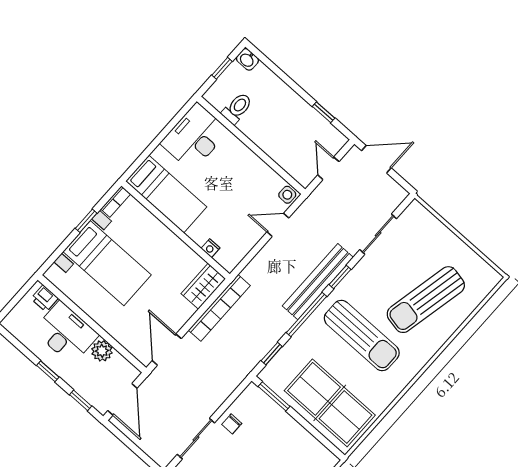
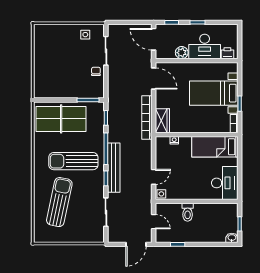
toilet: (237, 108) -> (188, 212), moved

